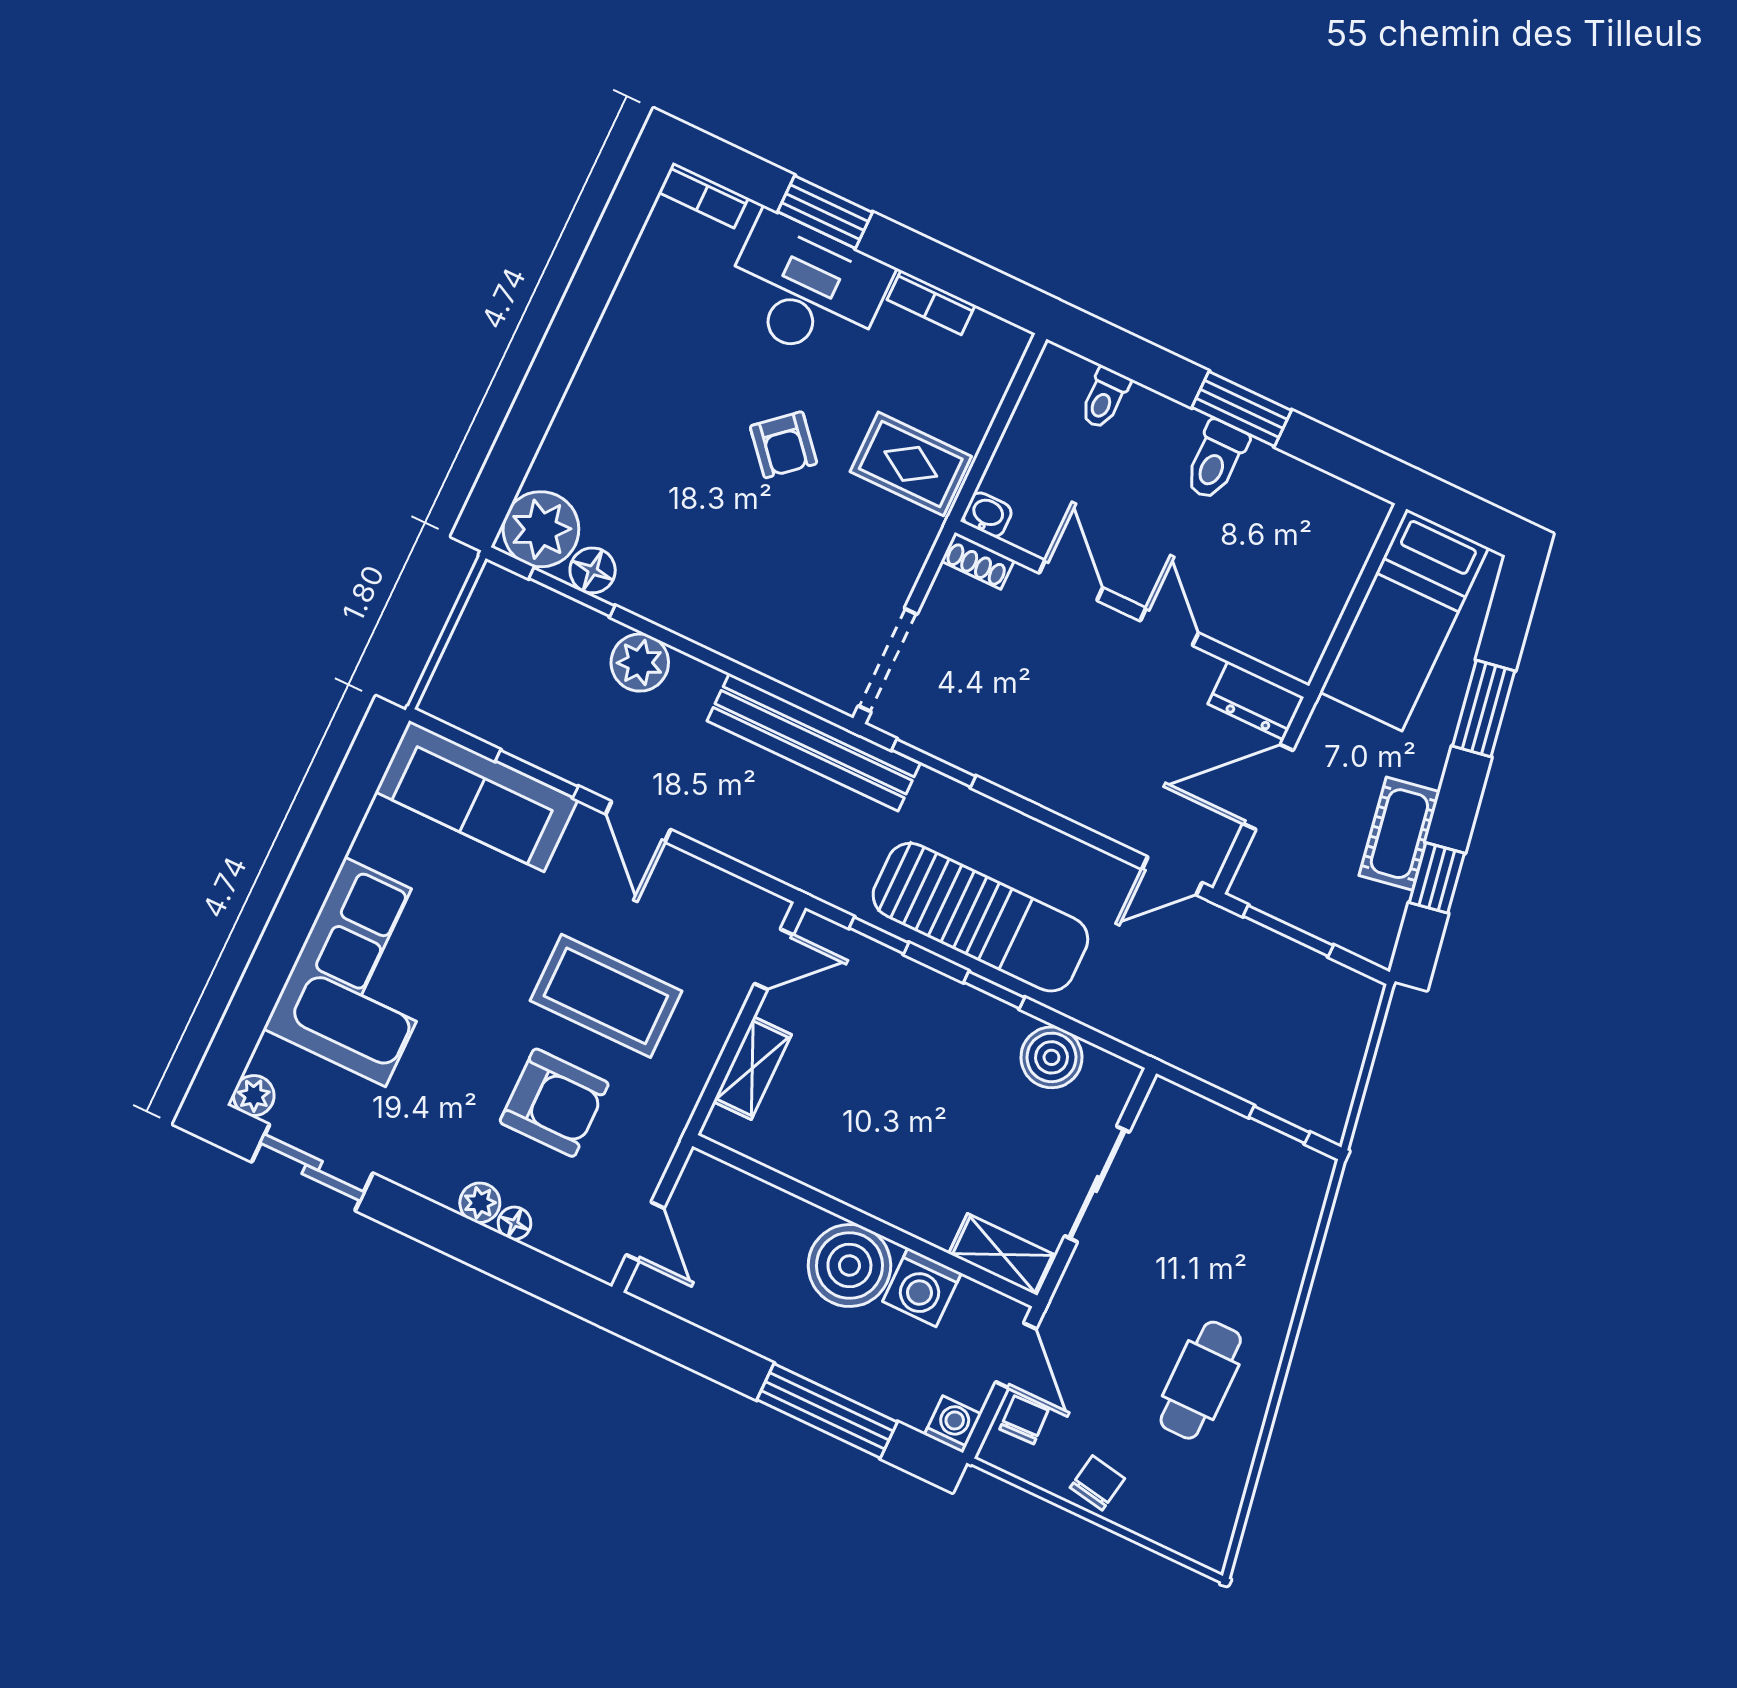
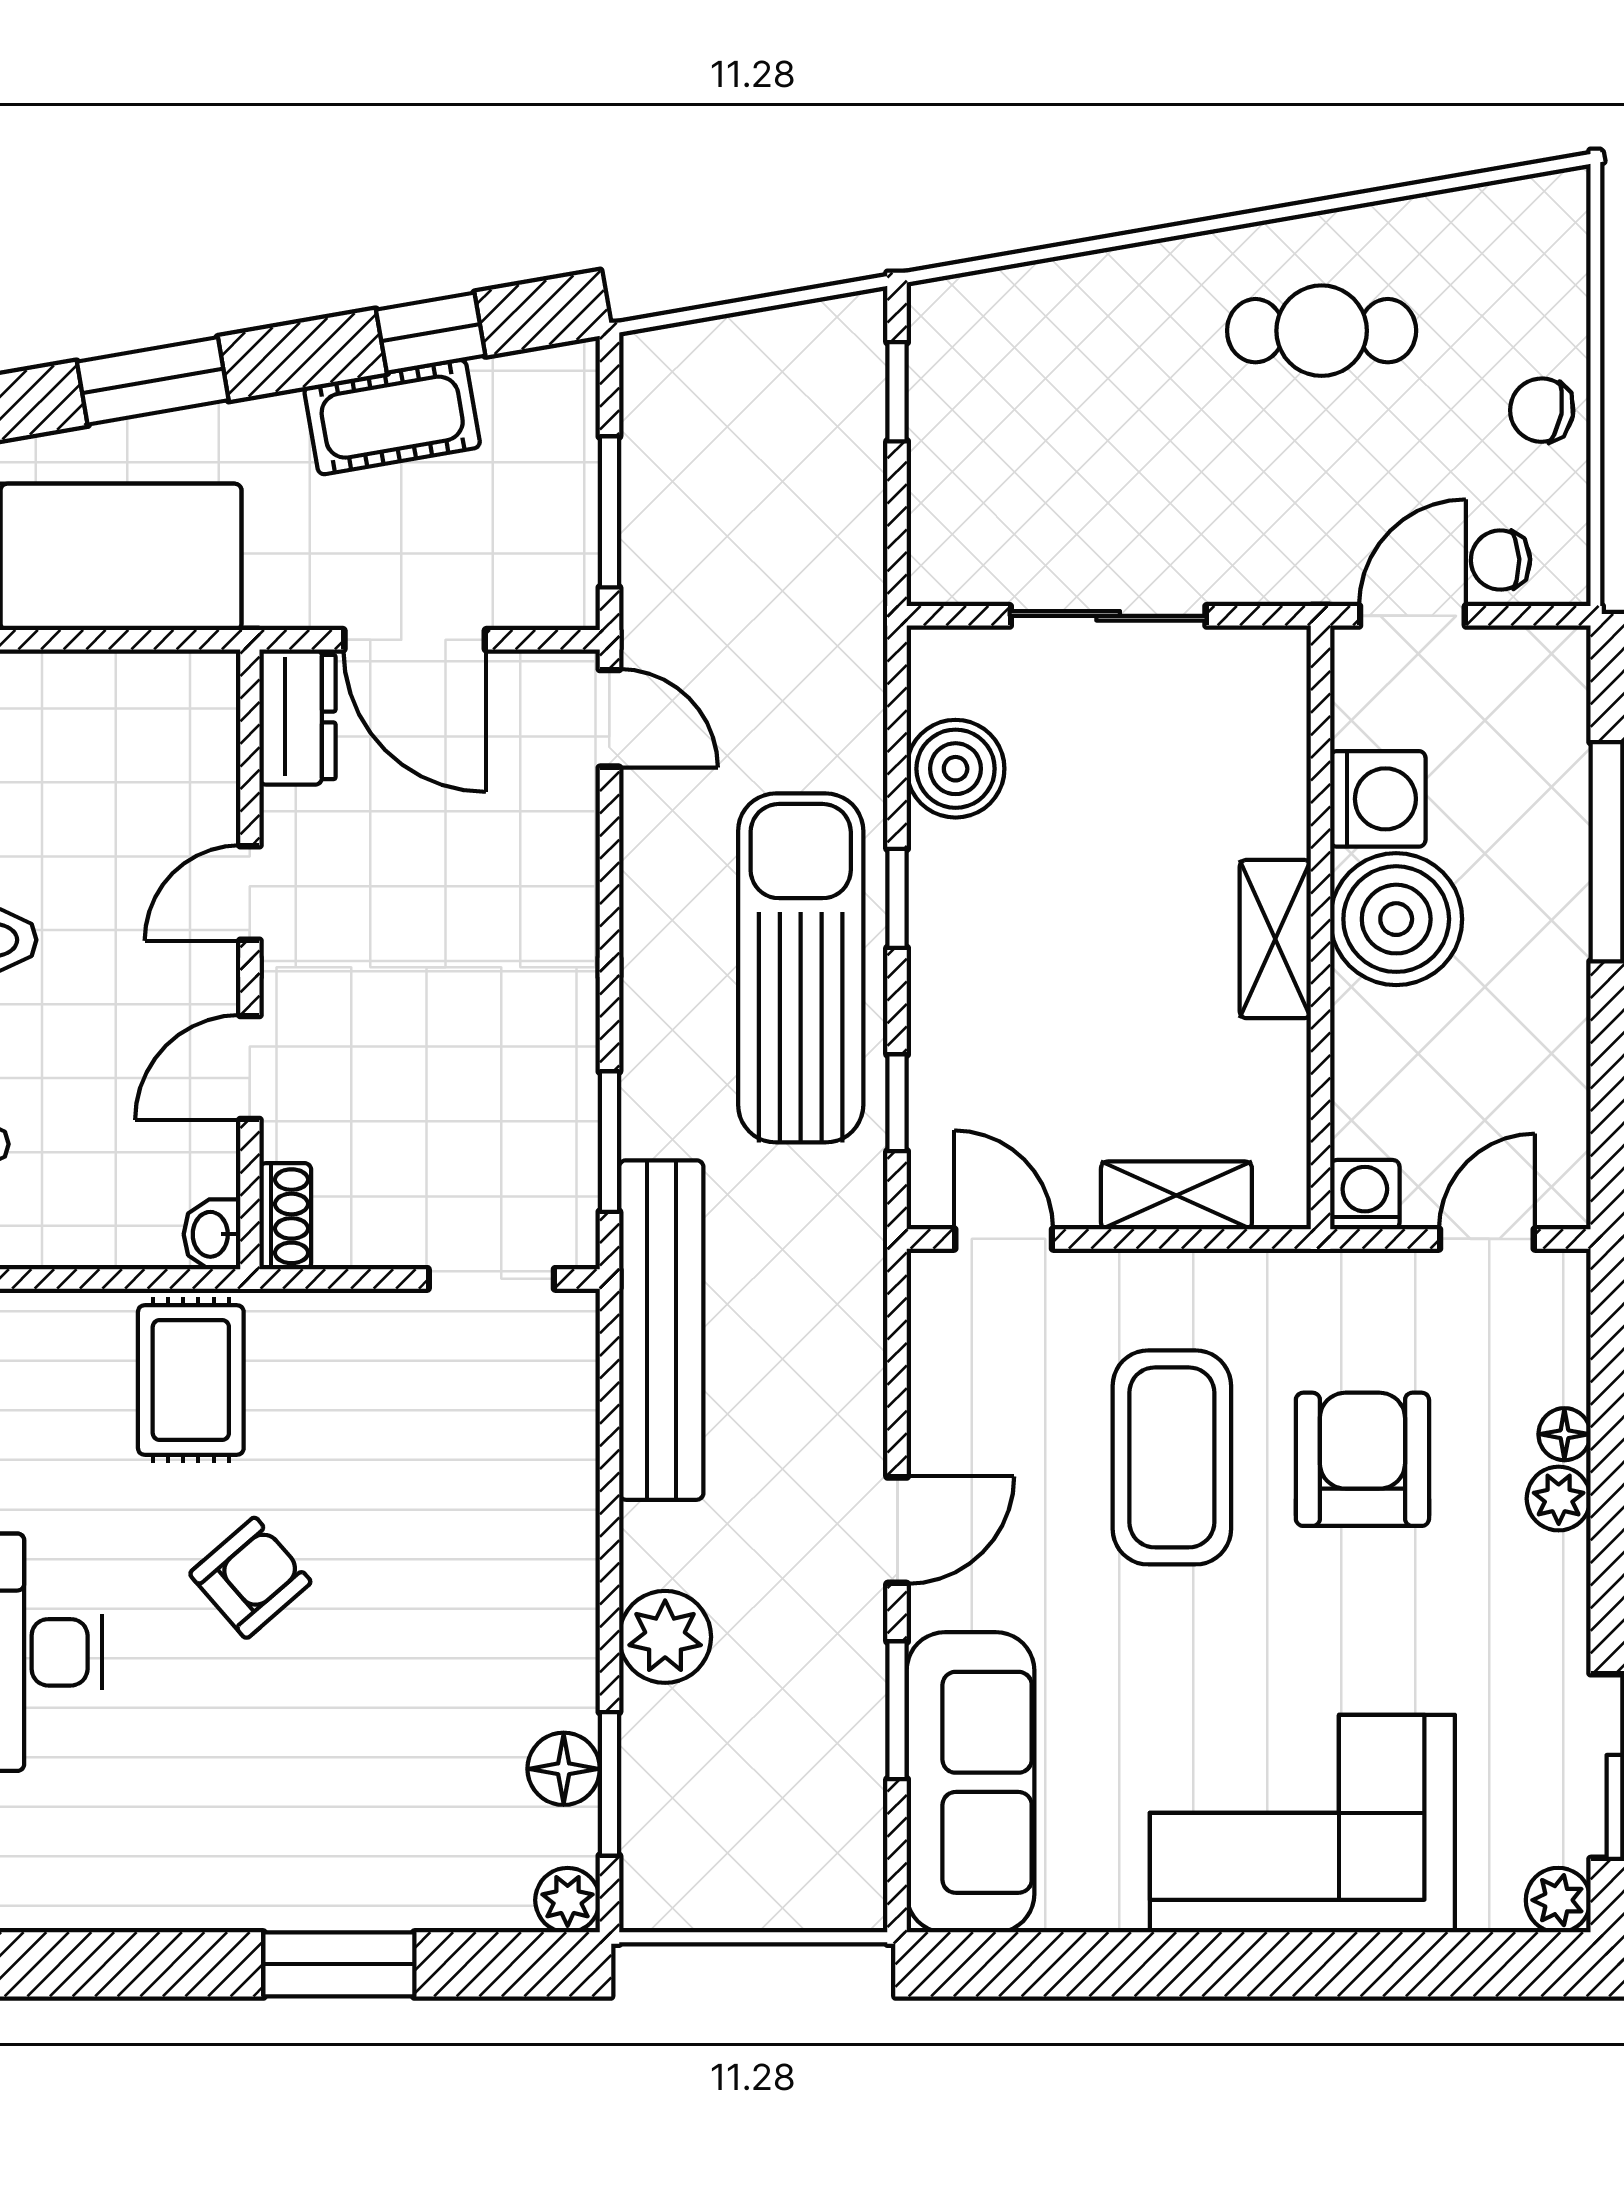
window: (542, 392) -> (339, 1964), added
plant: (541, 529) -> (568, 1900), width x0.53, depth x0.53
doorway: (888, 660) -> (491, 1279), width x0.73
shelving: (1002, 1255) -> (1275, 939), moved
washing machine: (953, 1424) -> (1365, 1195), moved, turned 90

